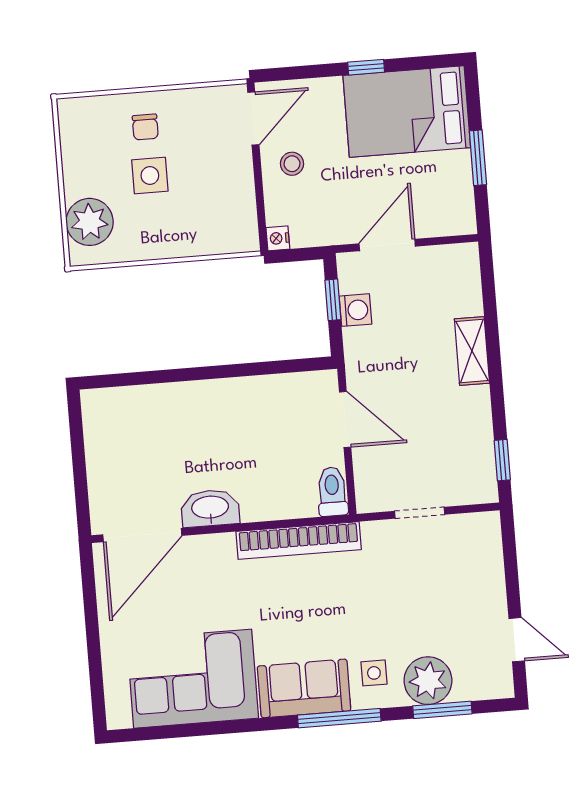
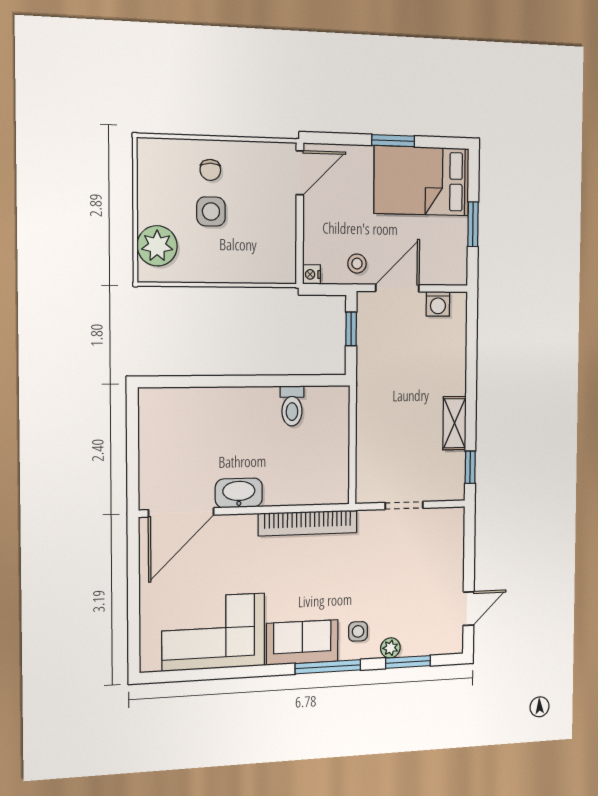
window: (366, 67) -> (393, 141), width x1.50
stool: (292, 164) -> (357, 264), moved
washing machine: (355, 310) -> (438, 304), moved, turned 90
shelving: (472, 351) -> (455, 423), moved
door: (345, 420) -> (353, 427), removed
toilet: (332, 492) -> (292, 406), moved, turned 180
door: (517, 640) -> (469, 609), hinge flipped
plant: (428, 681) -> (390, 648), width x0.53, depth x0.53

